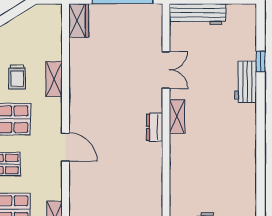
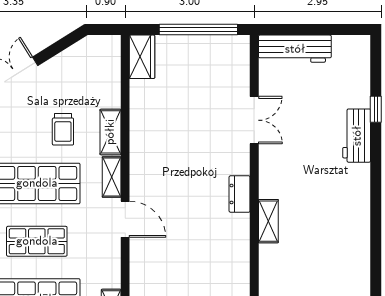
shelving: (55, 114) -> (112, 177), added
shelving: (177, 117) -> (268, 221), moved

